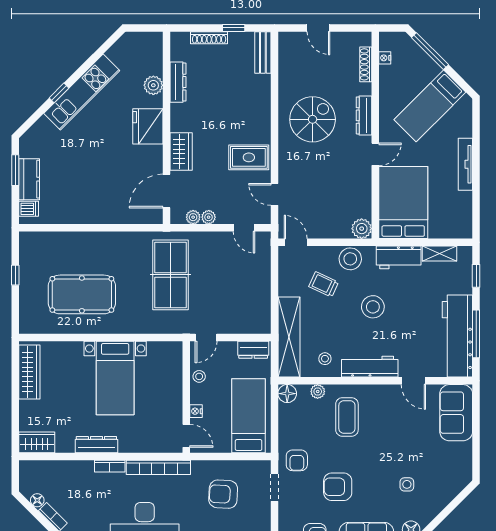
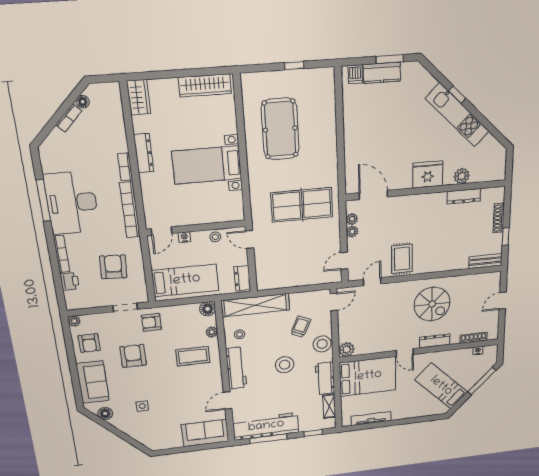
wardrobe: (181, 152) -> (407, 204), removed
tv unit: (465, 164) -> (371, 418), moved

